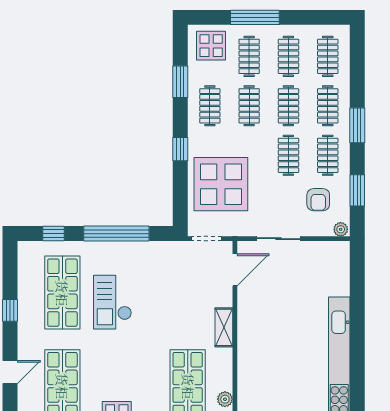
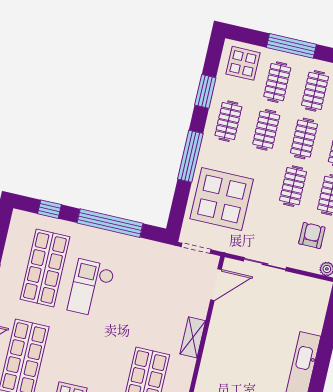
window: (180, 149) -> (190, 156), width x2.17
armchair: (318, 200) -> (312, 235), turned 180

